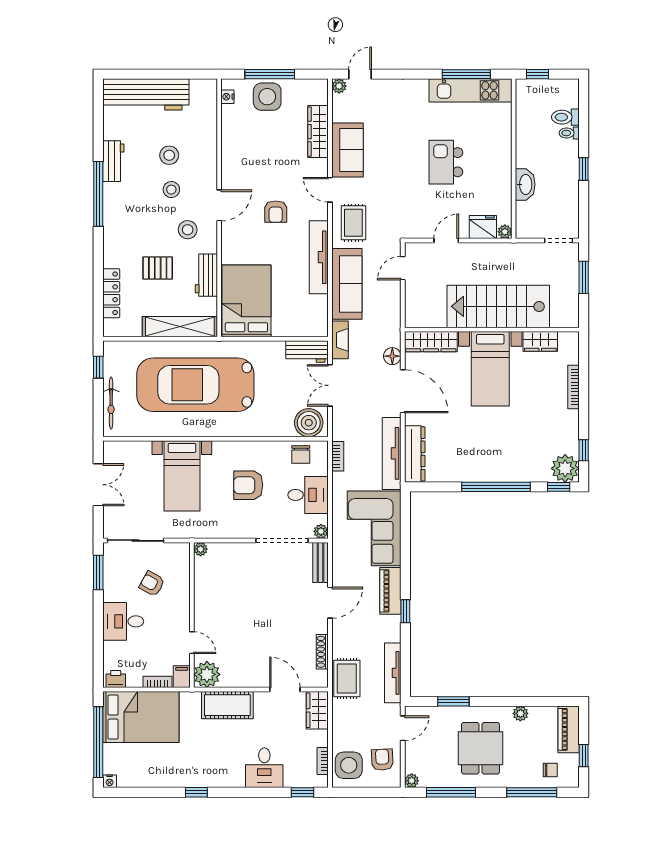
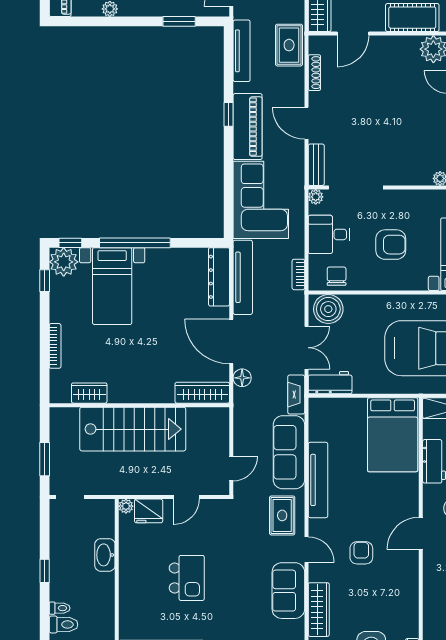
armchair: (276, 212) -> (361, 553), moved
bed with nightstands: (490, 369) -> (112, 286), moved, turned 180
piano: (390, 591) -> (248, 127), width x1.37, depth x1.33
door: (330, 603) -> (306, 123), hinge flipped
door: (285, 690) -> (353, 34), hinge flipped

